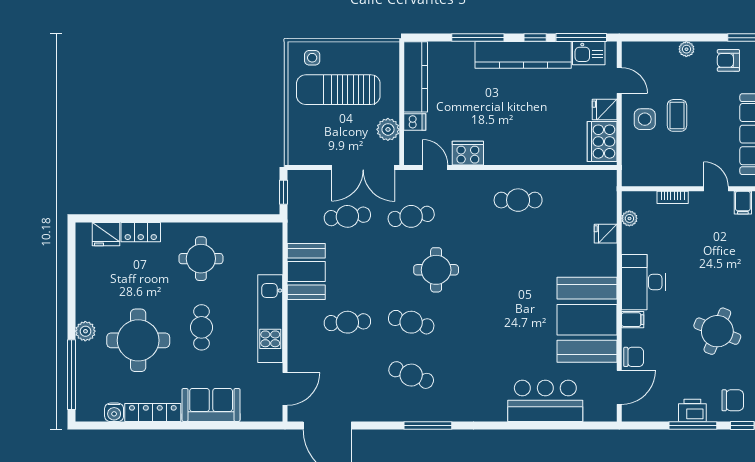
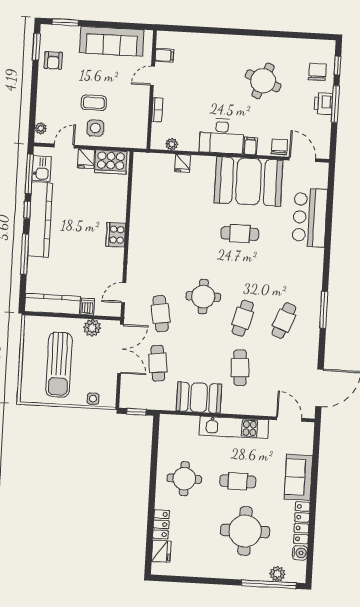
plant: (686, 49) -> (41, 128), moved
side table: (312, 58) -> (93, 399), moved
cooker: (468, 153) -> (116, 235), moved
cafe table: (518, 200) -> (240, 234), moved, turned 90
plant: (85, 331) -> (277, 574), moved

